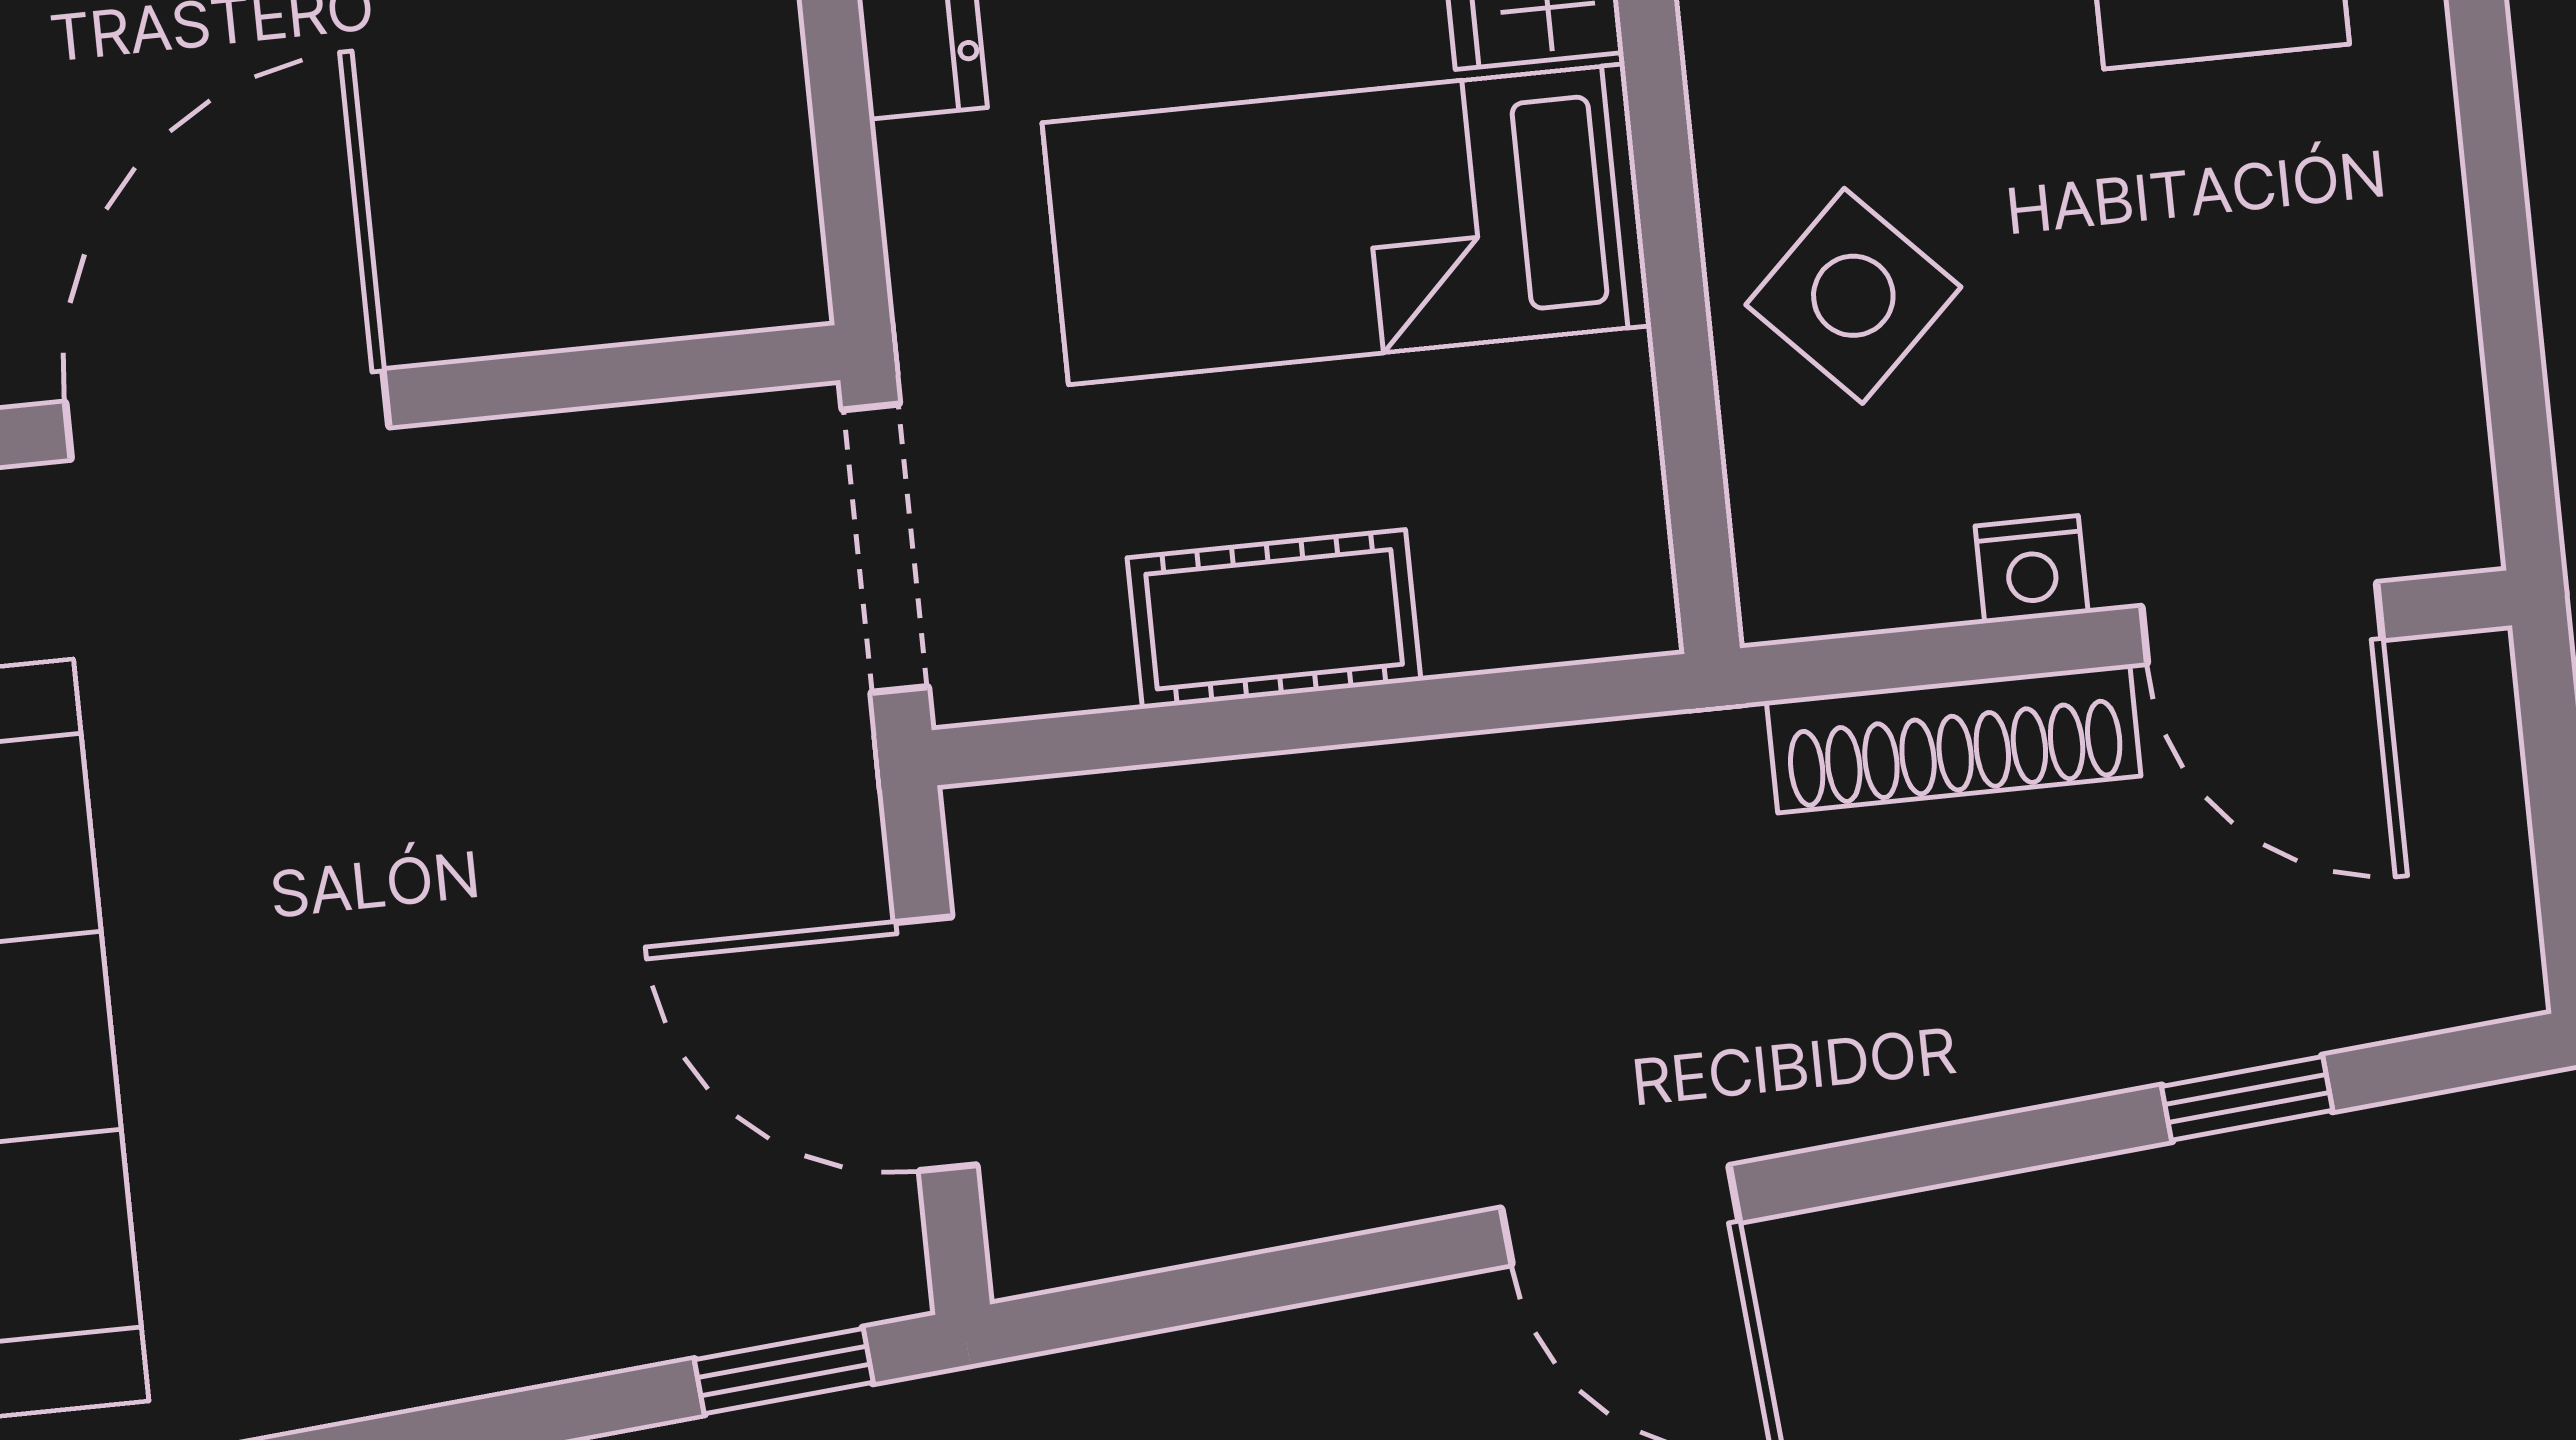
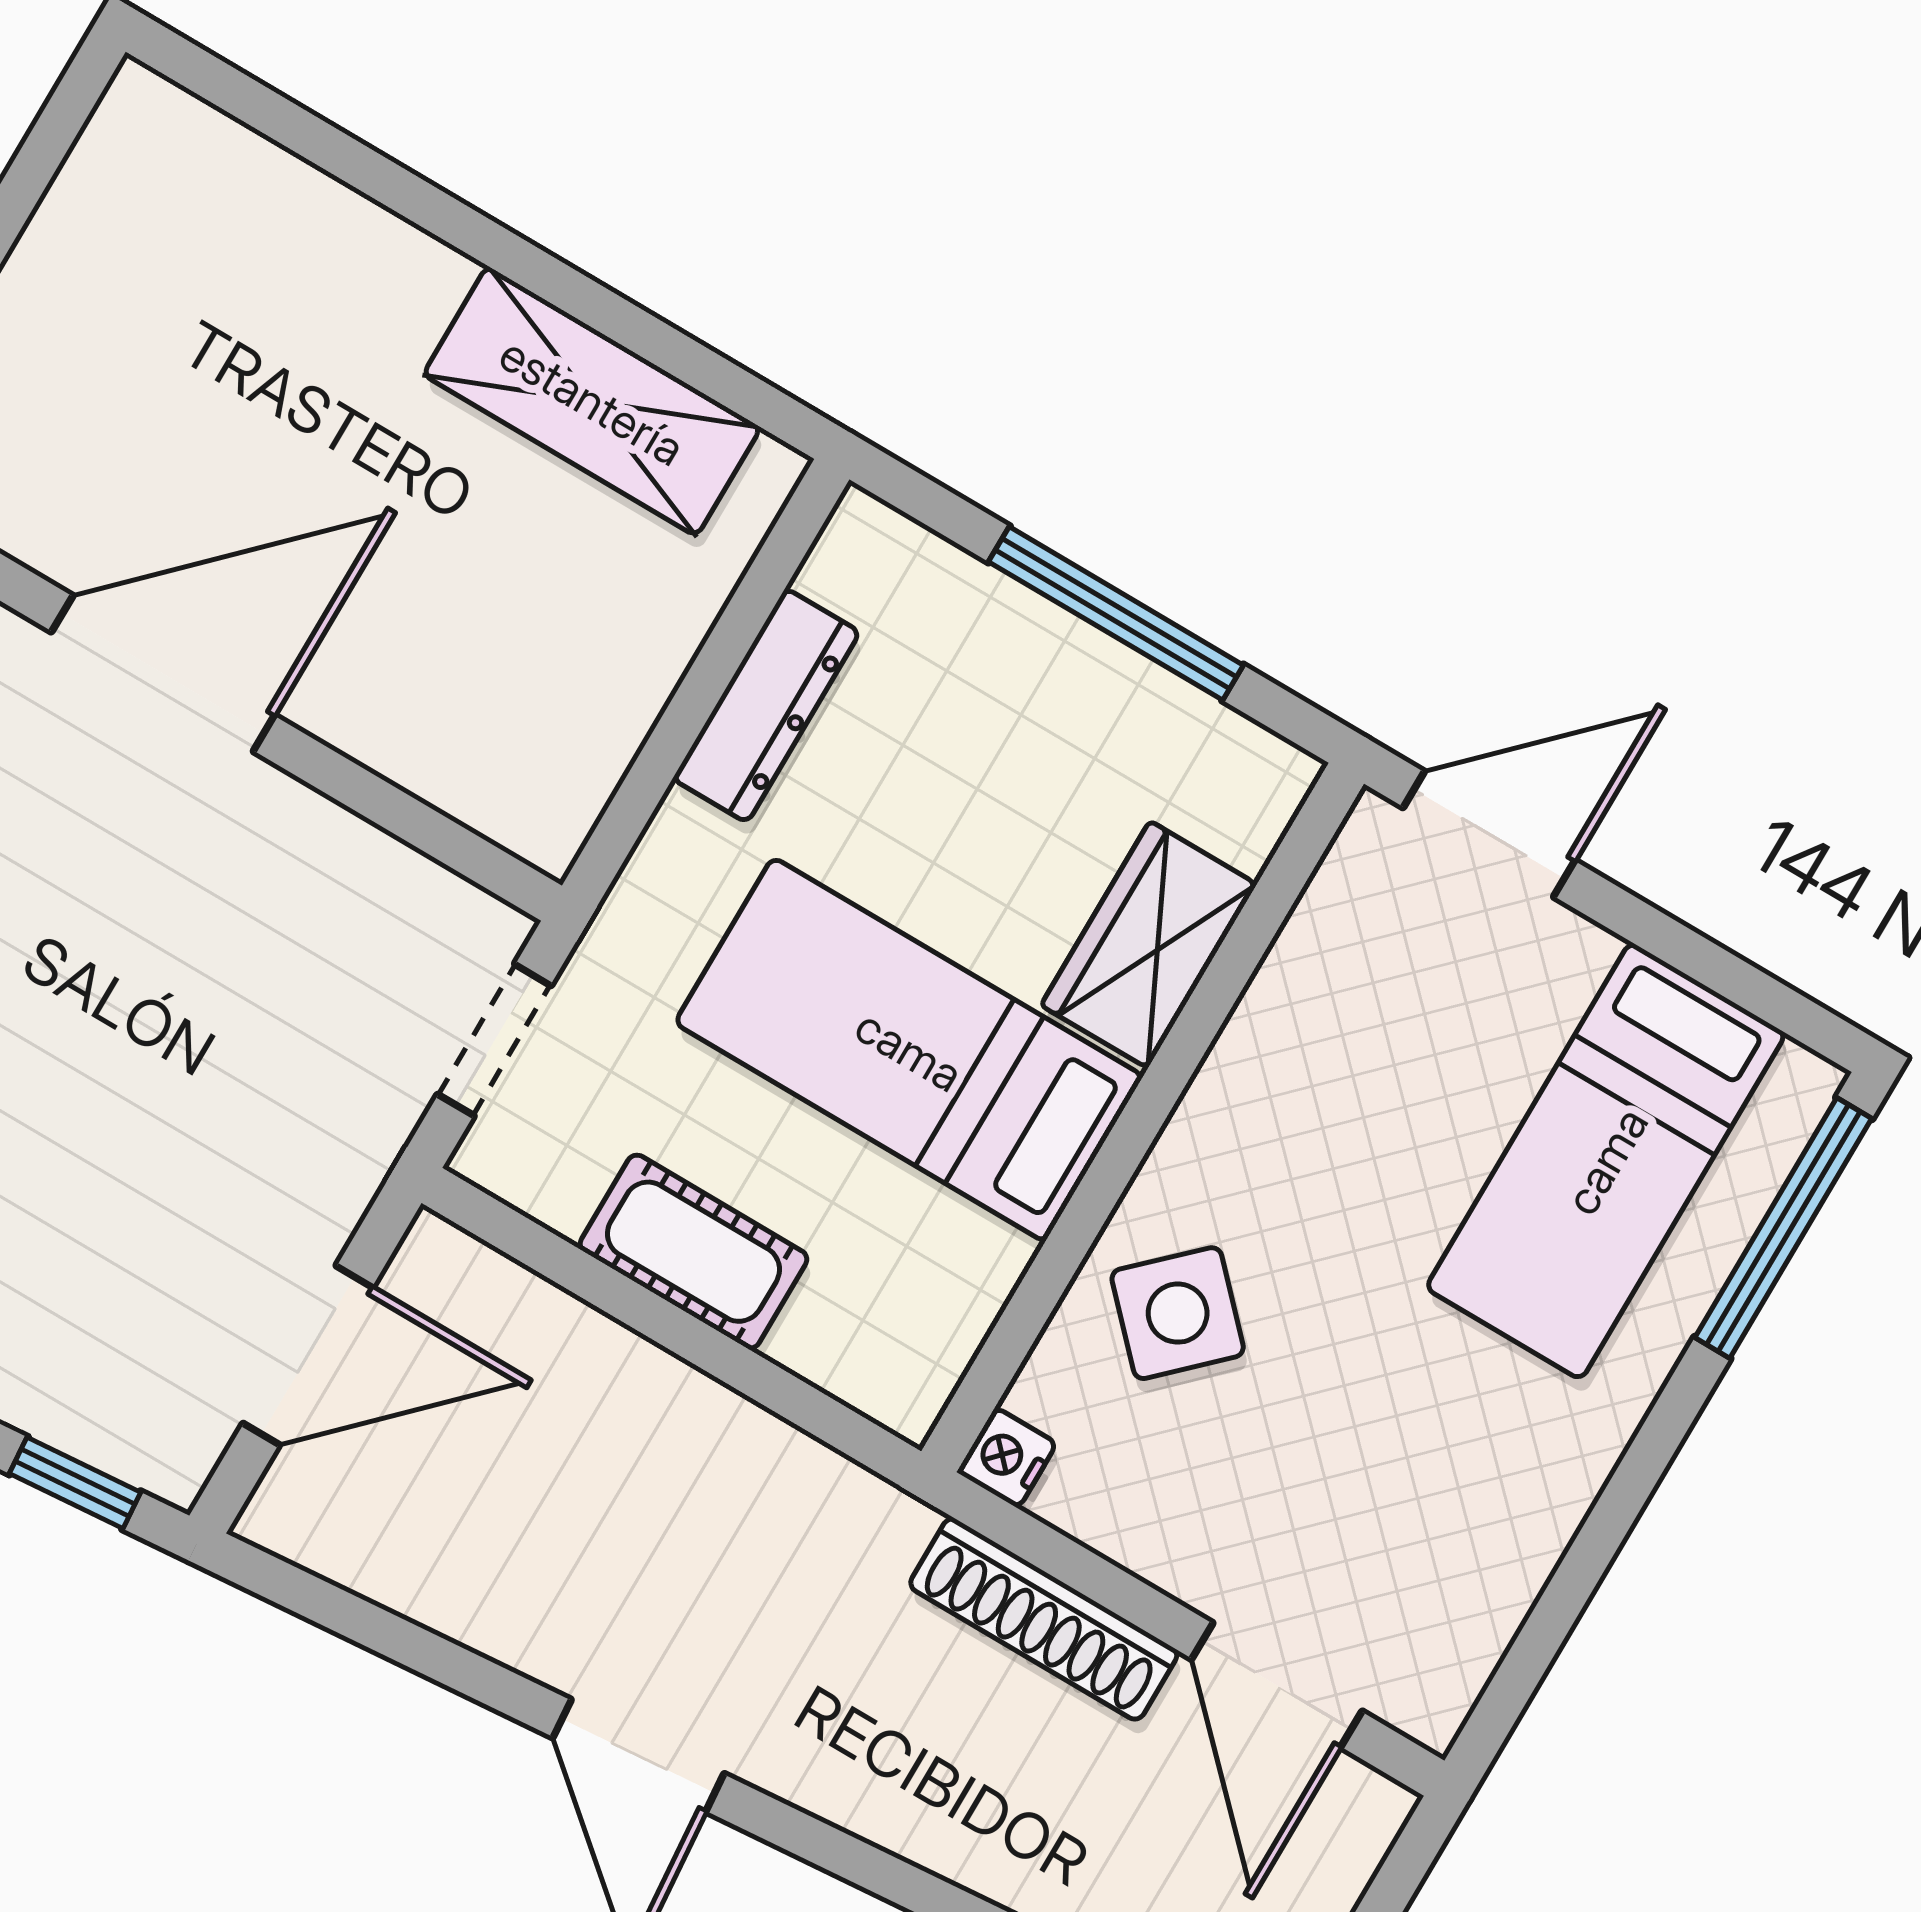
doorway: (885, 548) -> (494, 1040), width x0.73
nightstand: (2032, 569) -> (1007, 1458), moved, turned 90
door: (936, 1044) -> (308, 1355), swing flipped

